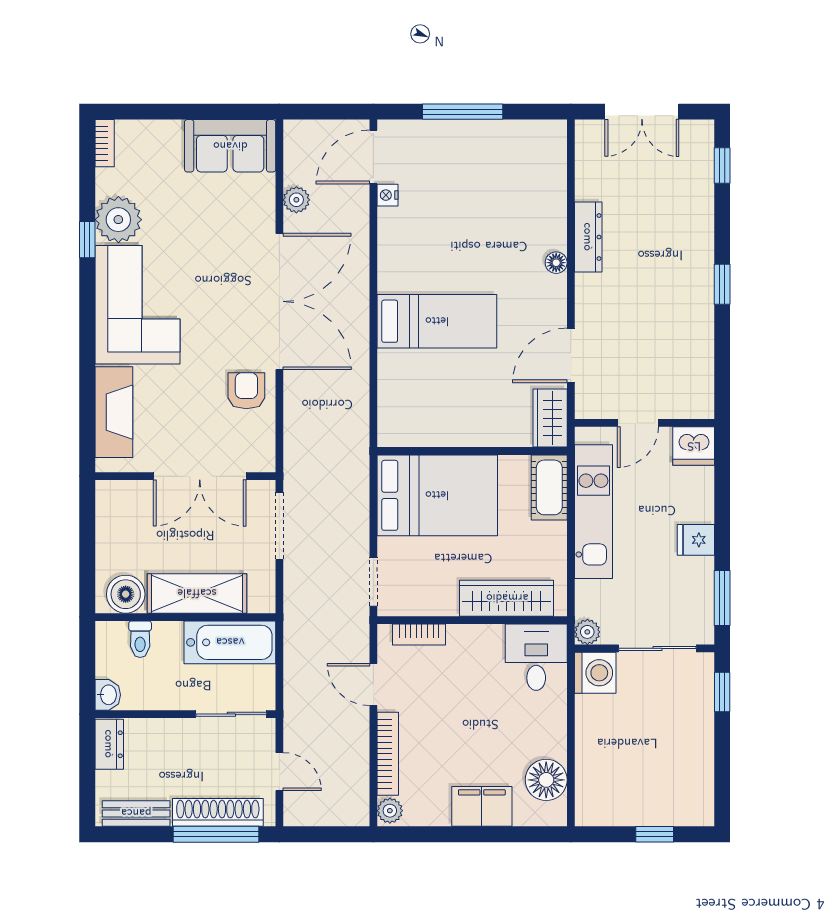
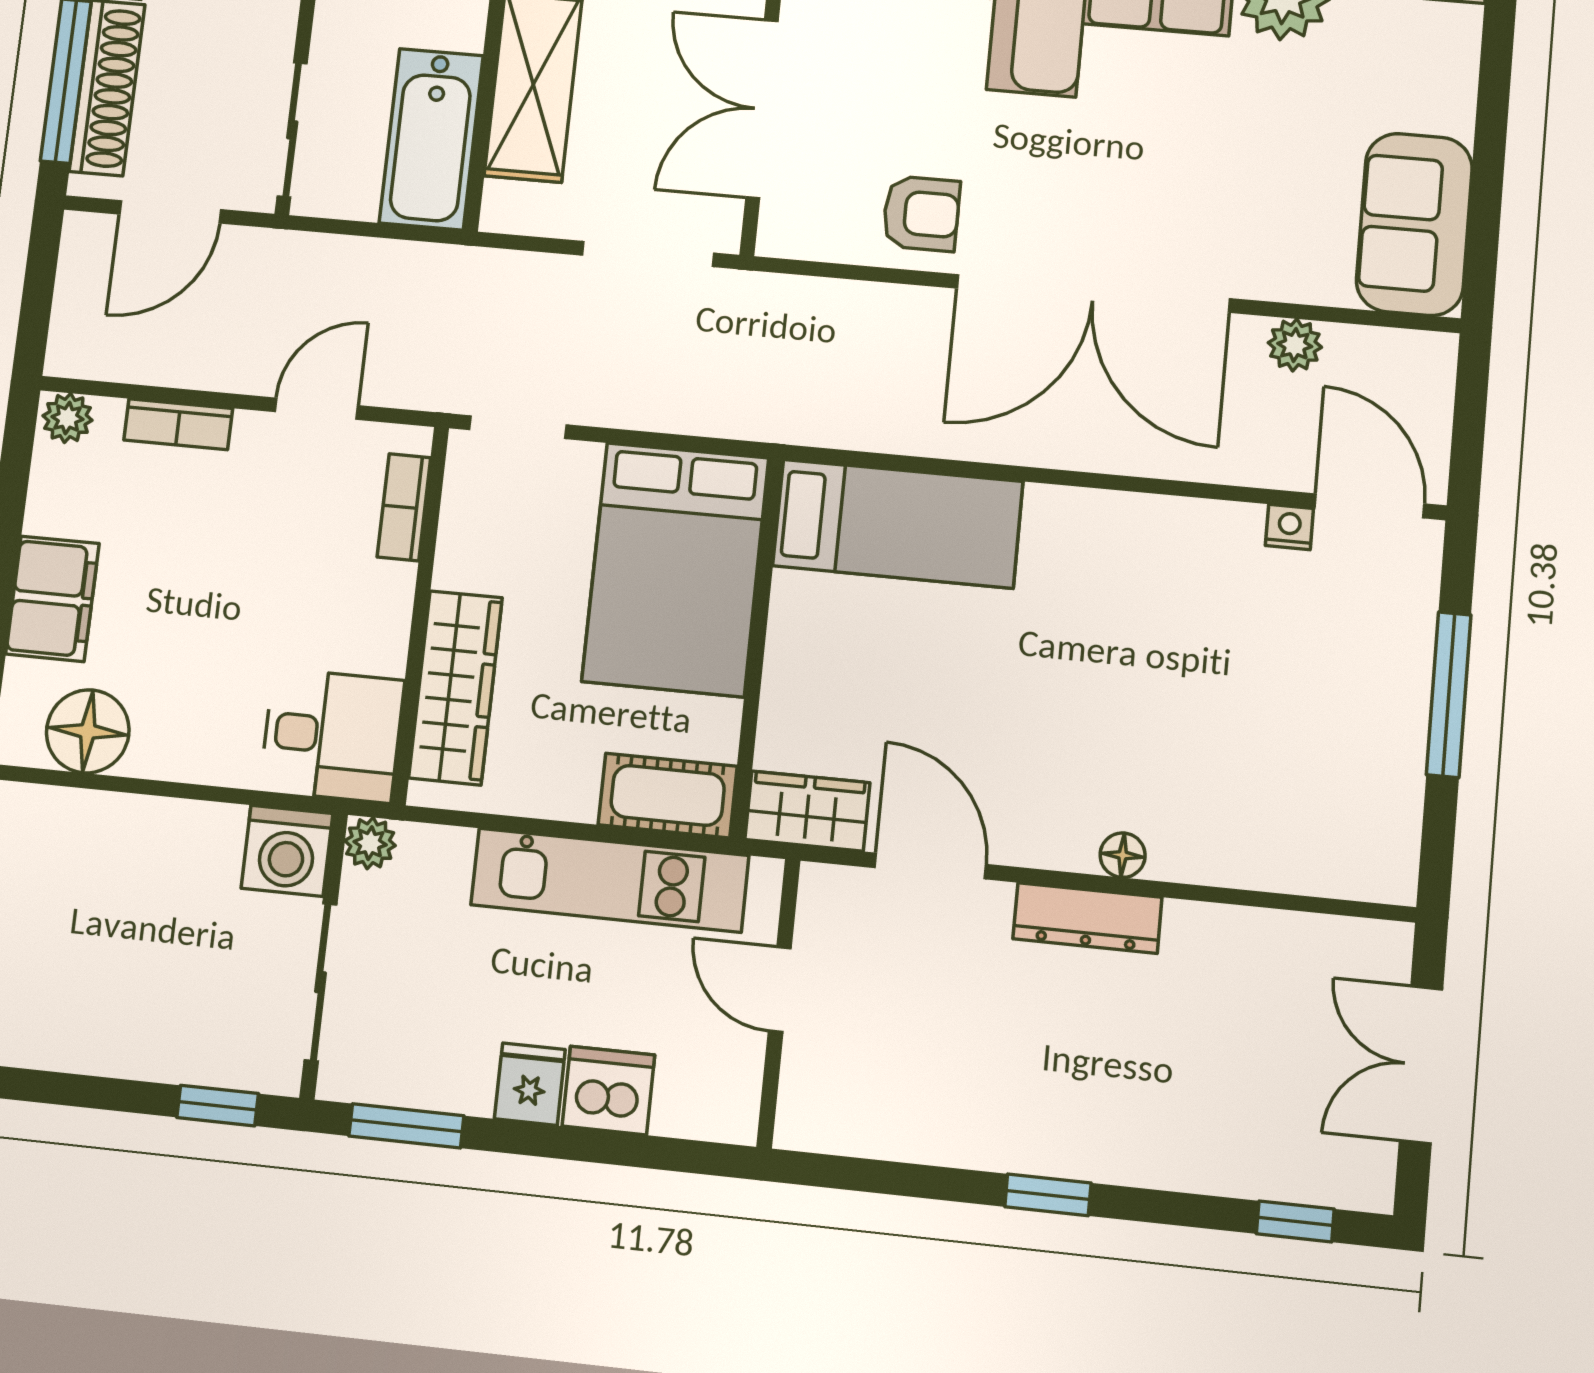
dresser: (588, 237) -> (1087, 918), moved
bed: (437, 321) -> (898, 524), moved, turned -90
dishwasher: (694, 446) -> (608, 1091), moved, turned 90
bookcase: (388, 754) -> (178, 424), width x0.64
door: (279, 772) -> (170, 212), width x1.38

